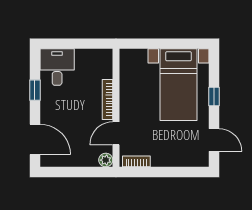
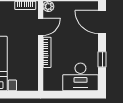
desk: (57, 67) -> (80, 77), width x1.37

